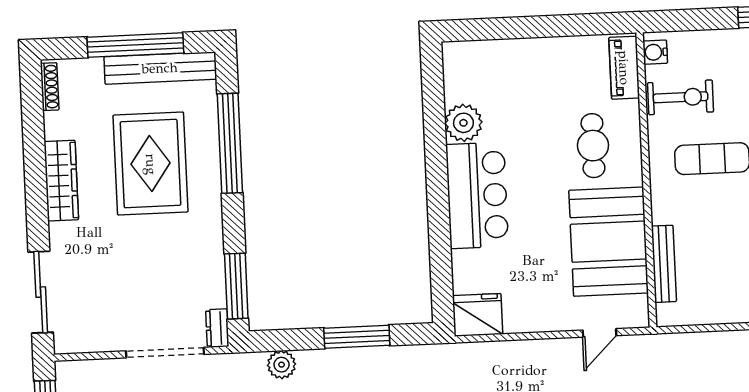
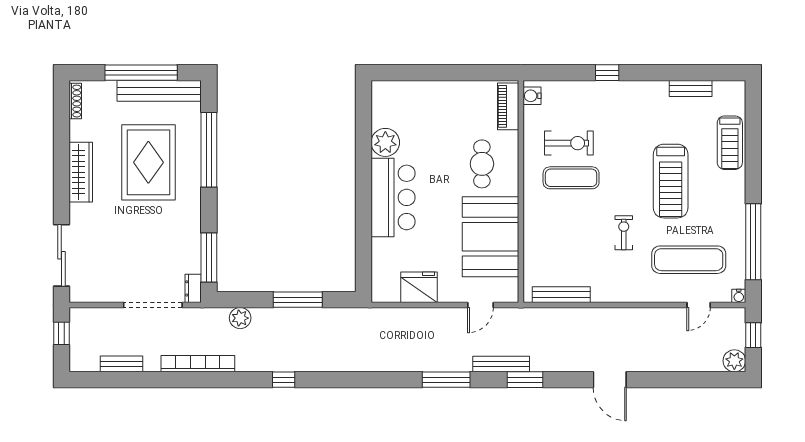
exercise bike: (681, 97) -> (569, 143), moved
bench: (664, 264) -> (561, 295), moved, turned 90
fridge: (478, 315) -> (419, 287), moved

